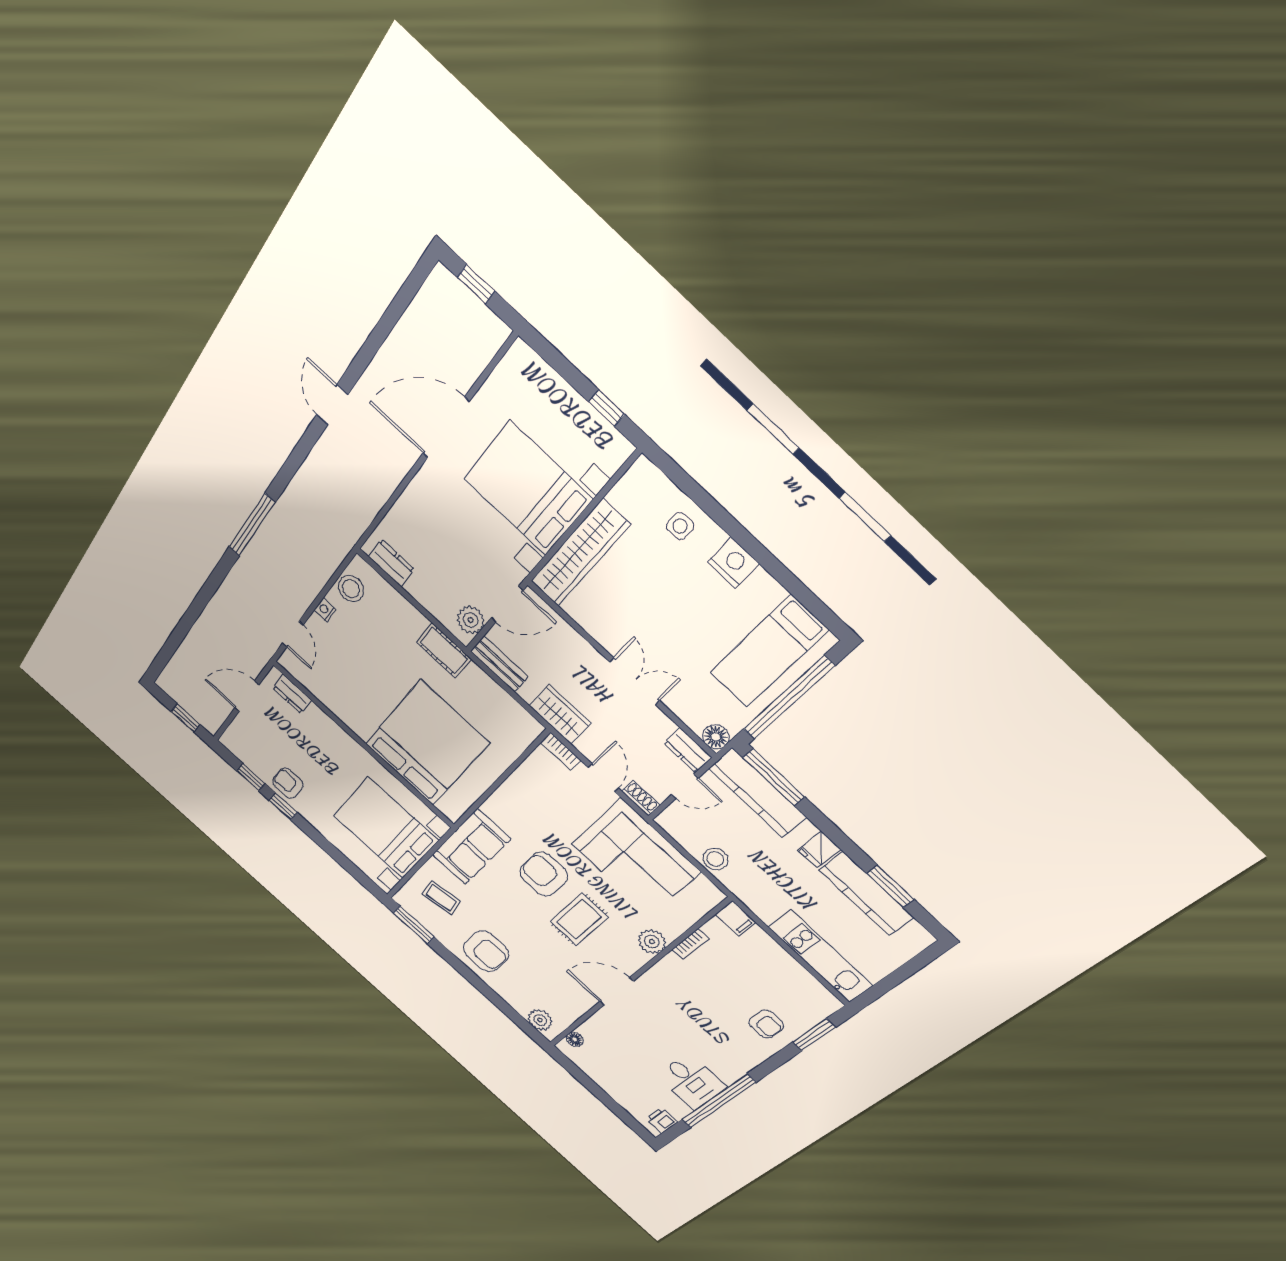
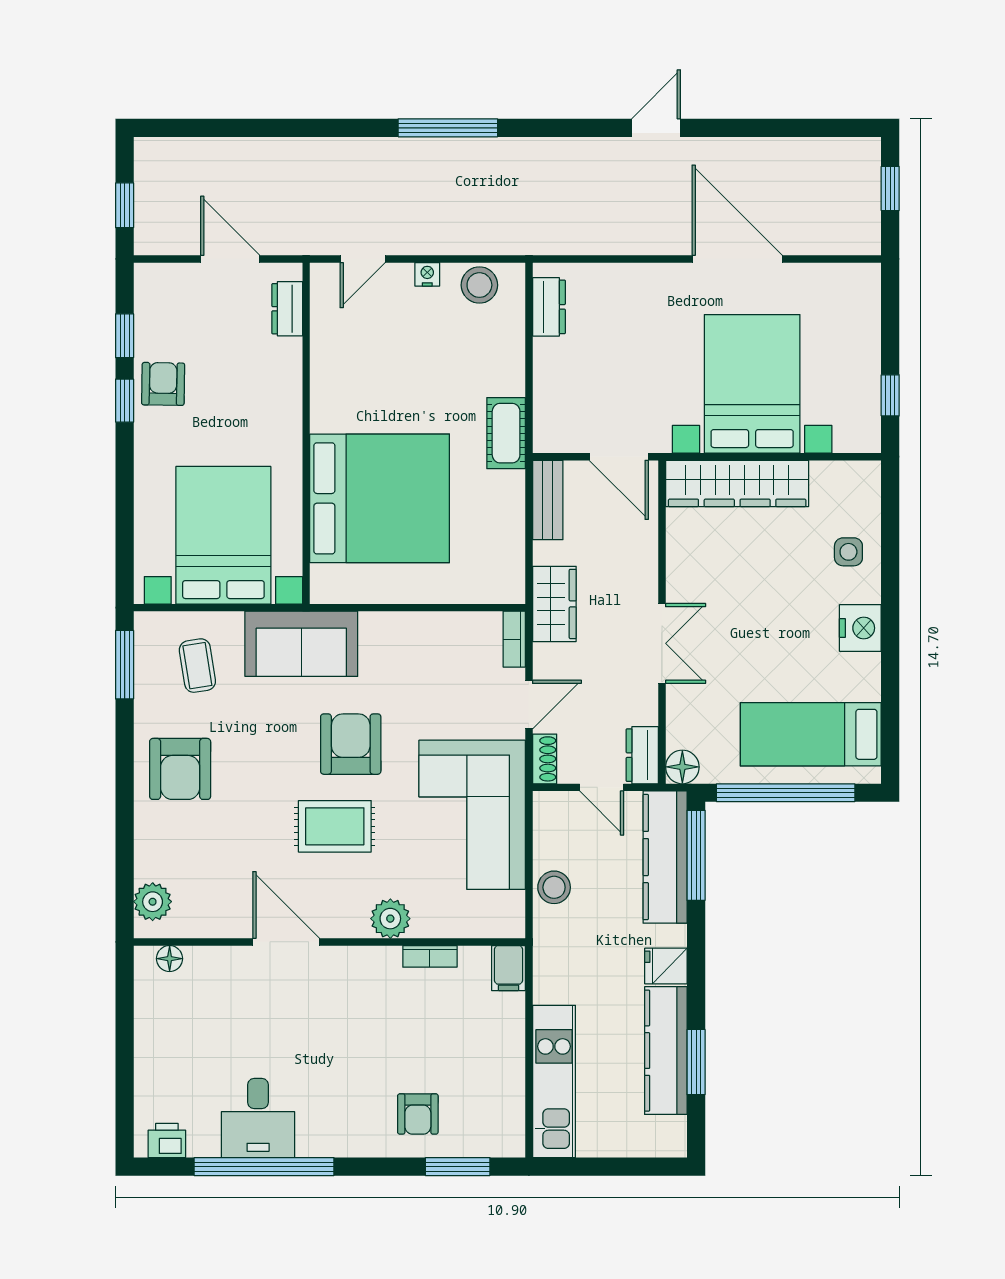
plant: (471, 620) -> (567, 434), removed

